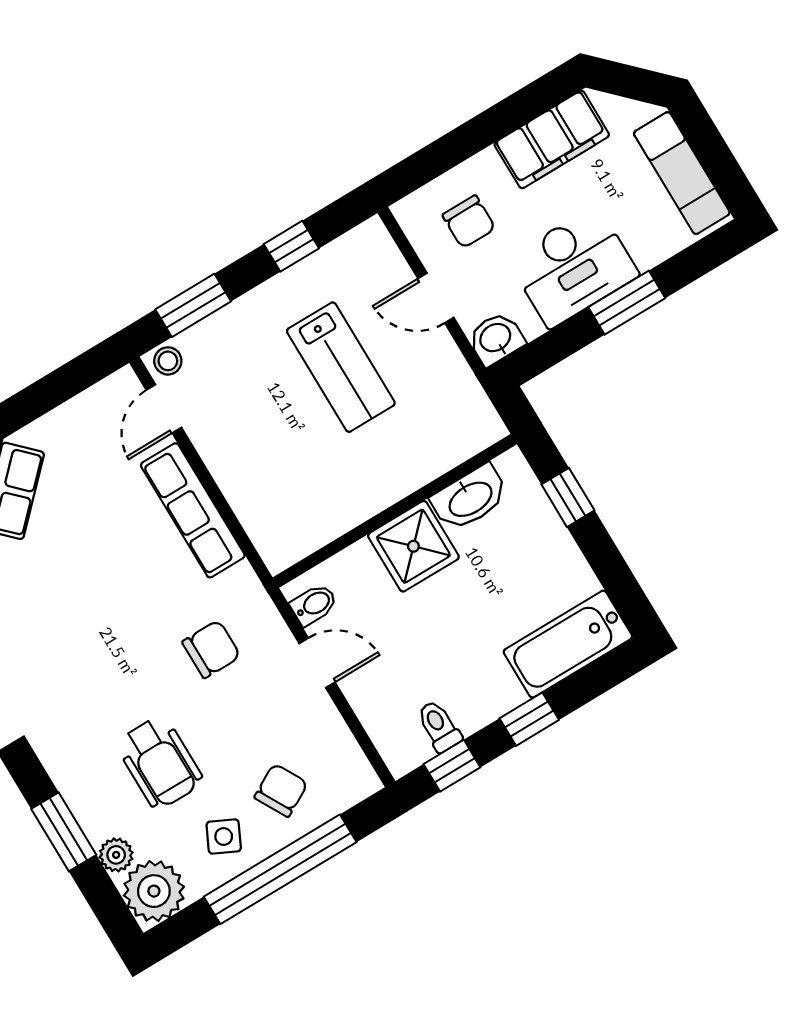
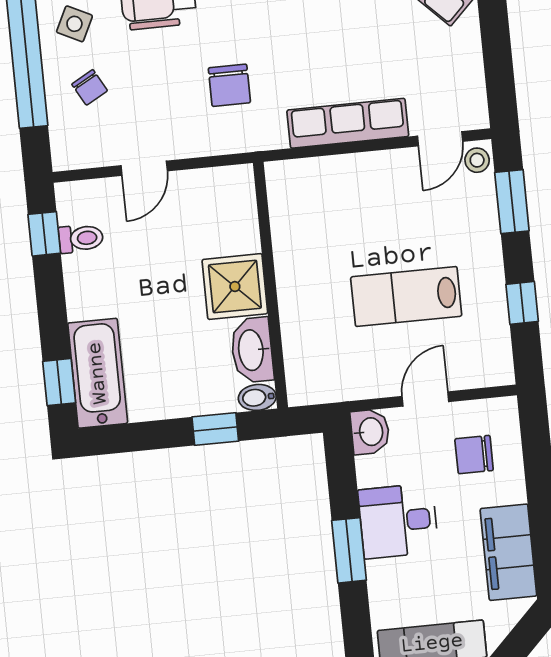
desk: (573, 267) -> (398, 521), width x0.73
door: (164, 409) -> (440, 139), swing flipped
bidet: (314, 605) -> (257, 397), moved, turned 90
door: (317, 663) -> (144, 168), moved
window: (529, 719) -> (59, 382), moved
chair: (281, 790) -> (90, 87), width x0.73, depth x0.73

